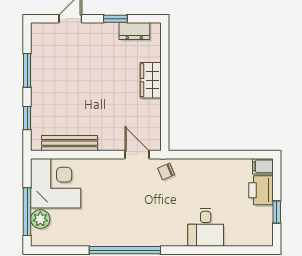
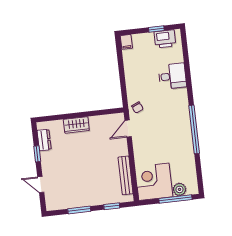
printer: (261, 190) -> (165, 39), moved

